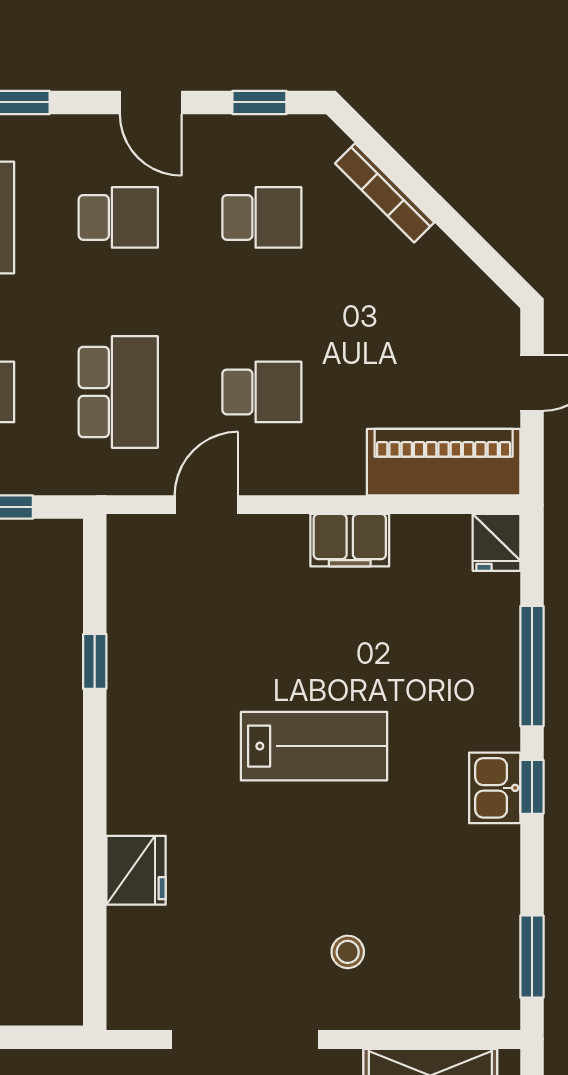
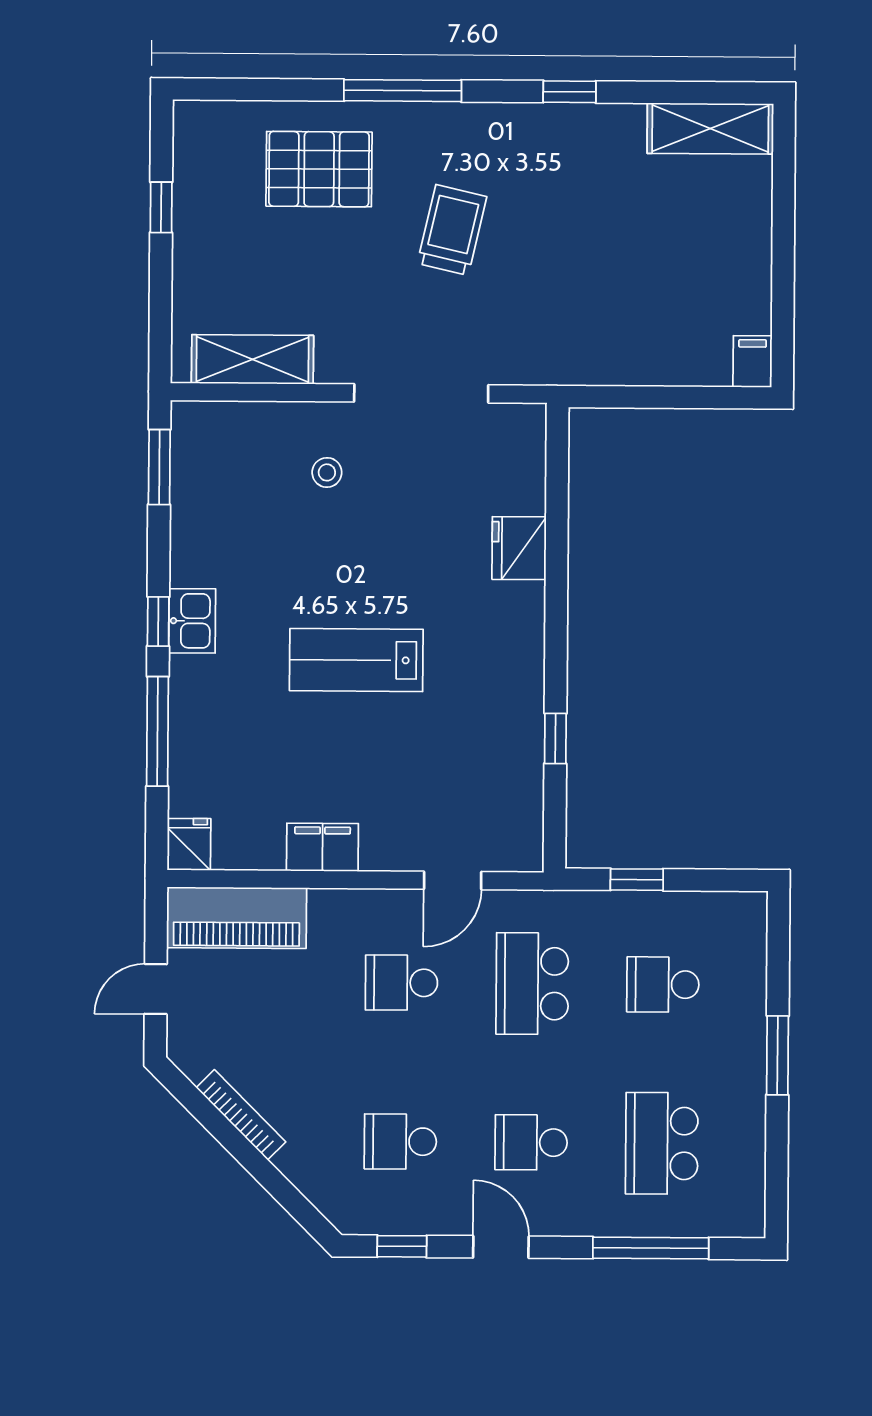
bookcase: (385, 193) -> (241, 1115), moved

